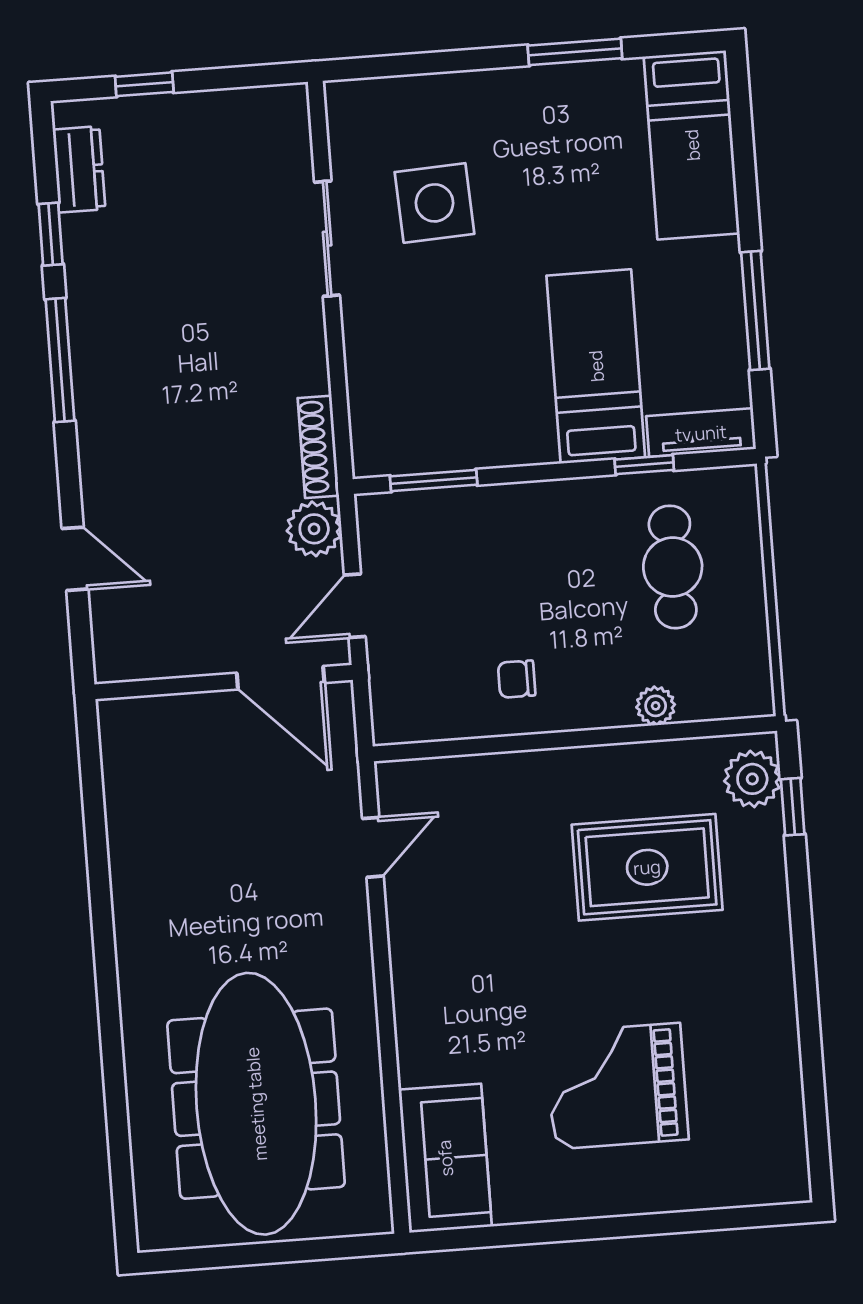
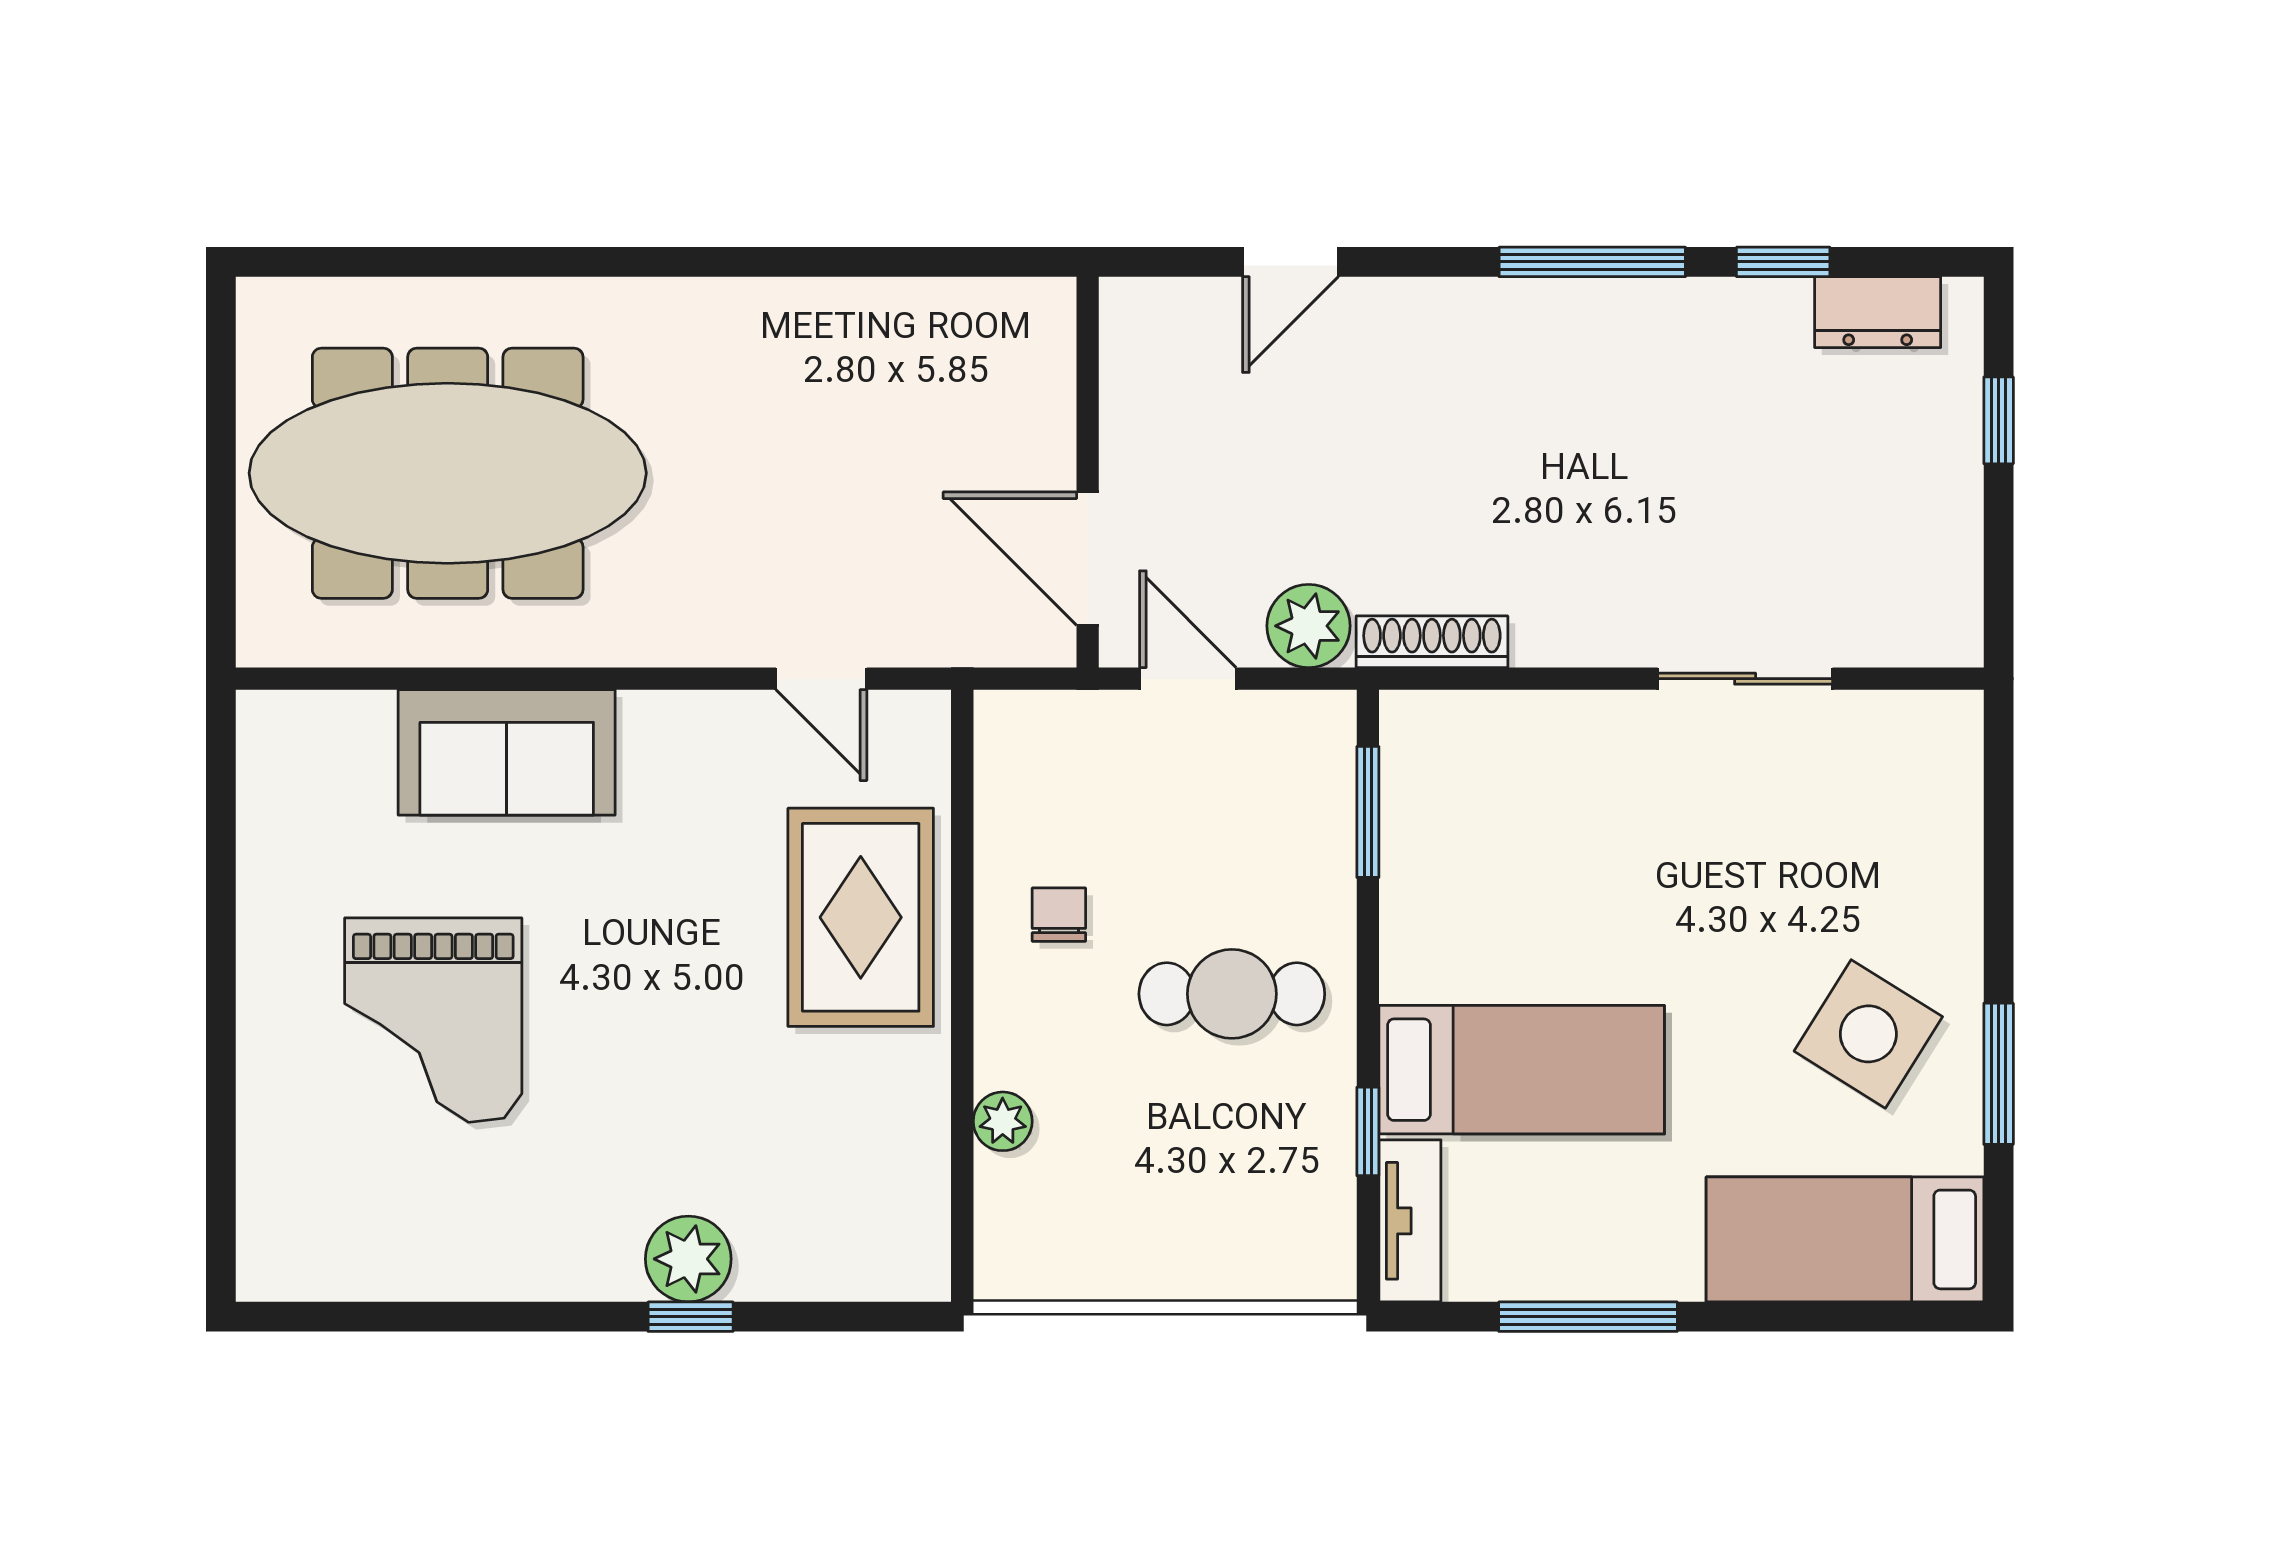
side table: (434, 203) -> (1868, 1034), moved, turned 35
cafe table: (673, 567) -> (1232, 994), moved
door: (281, 678) -> (1088, 559), hinge flipped
plant: (752, 779) -> (688, 1259), moved
window: (793, 807) -> (691, 1317), moved
rug: (647, 867) -> (861, 917), moved
grand piano: (617, 1086) -> (433, 1020), turned 180
sofa: (445, 1158) -> (507, 752), moved

